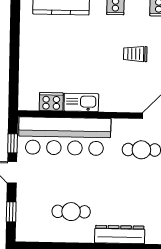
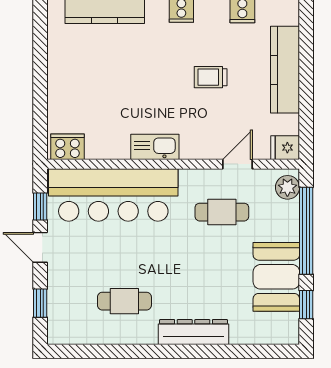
cooker: (51, 102) -> (68, 147), moved
kitchen sink: (81, 102) -> (155, 147), moved

